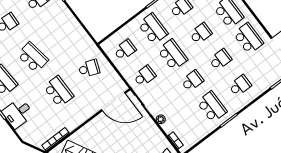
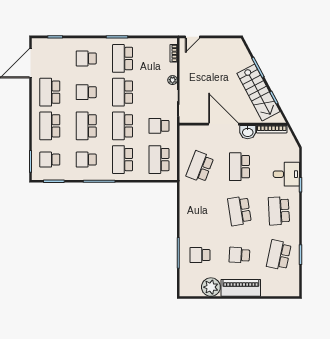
school desk: (201, 34) -> (86, 126), width x1.85
school desk: (125, 50) -> (159, 160), width x1.85
school desk: (89, 68) -> (200, 167), width x1.85
school desk: (192, 81) -> (123, 92), width x1.85
door: (113, 102) -> (223, 124), moved
washbasin: (72, 123) -> (248, 132), added

